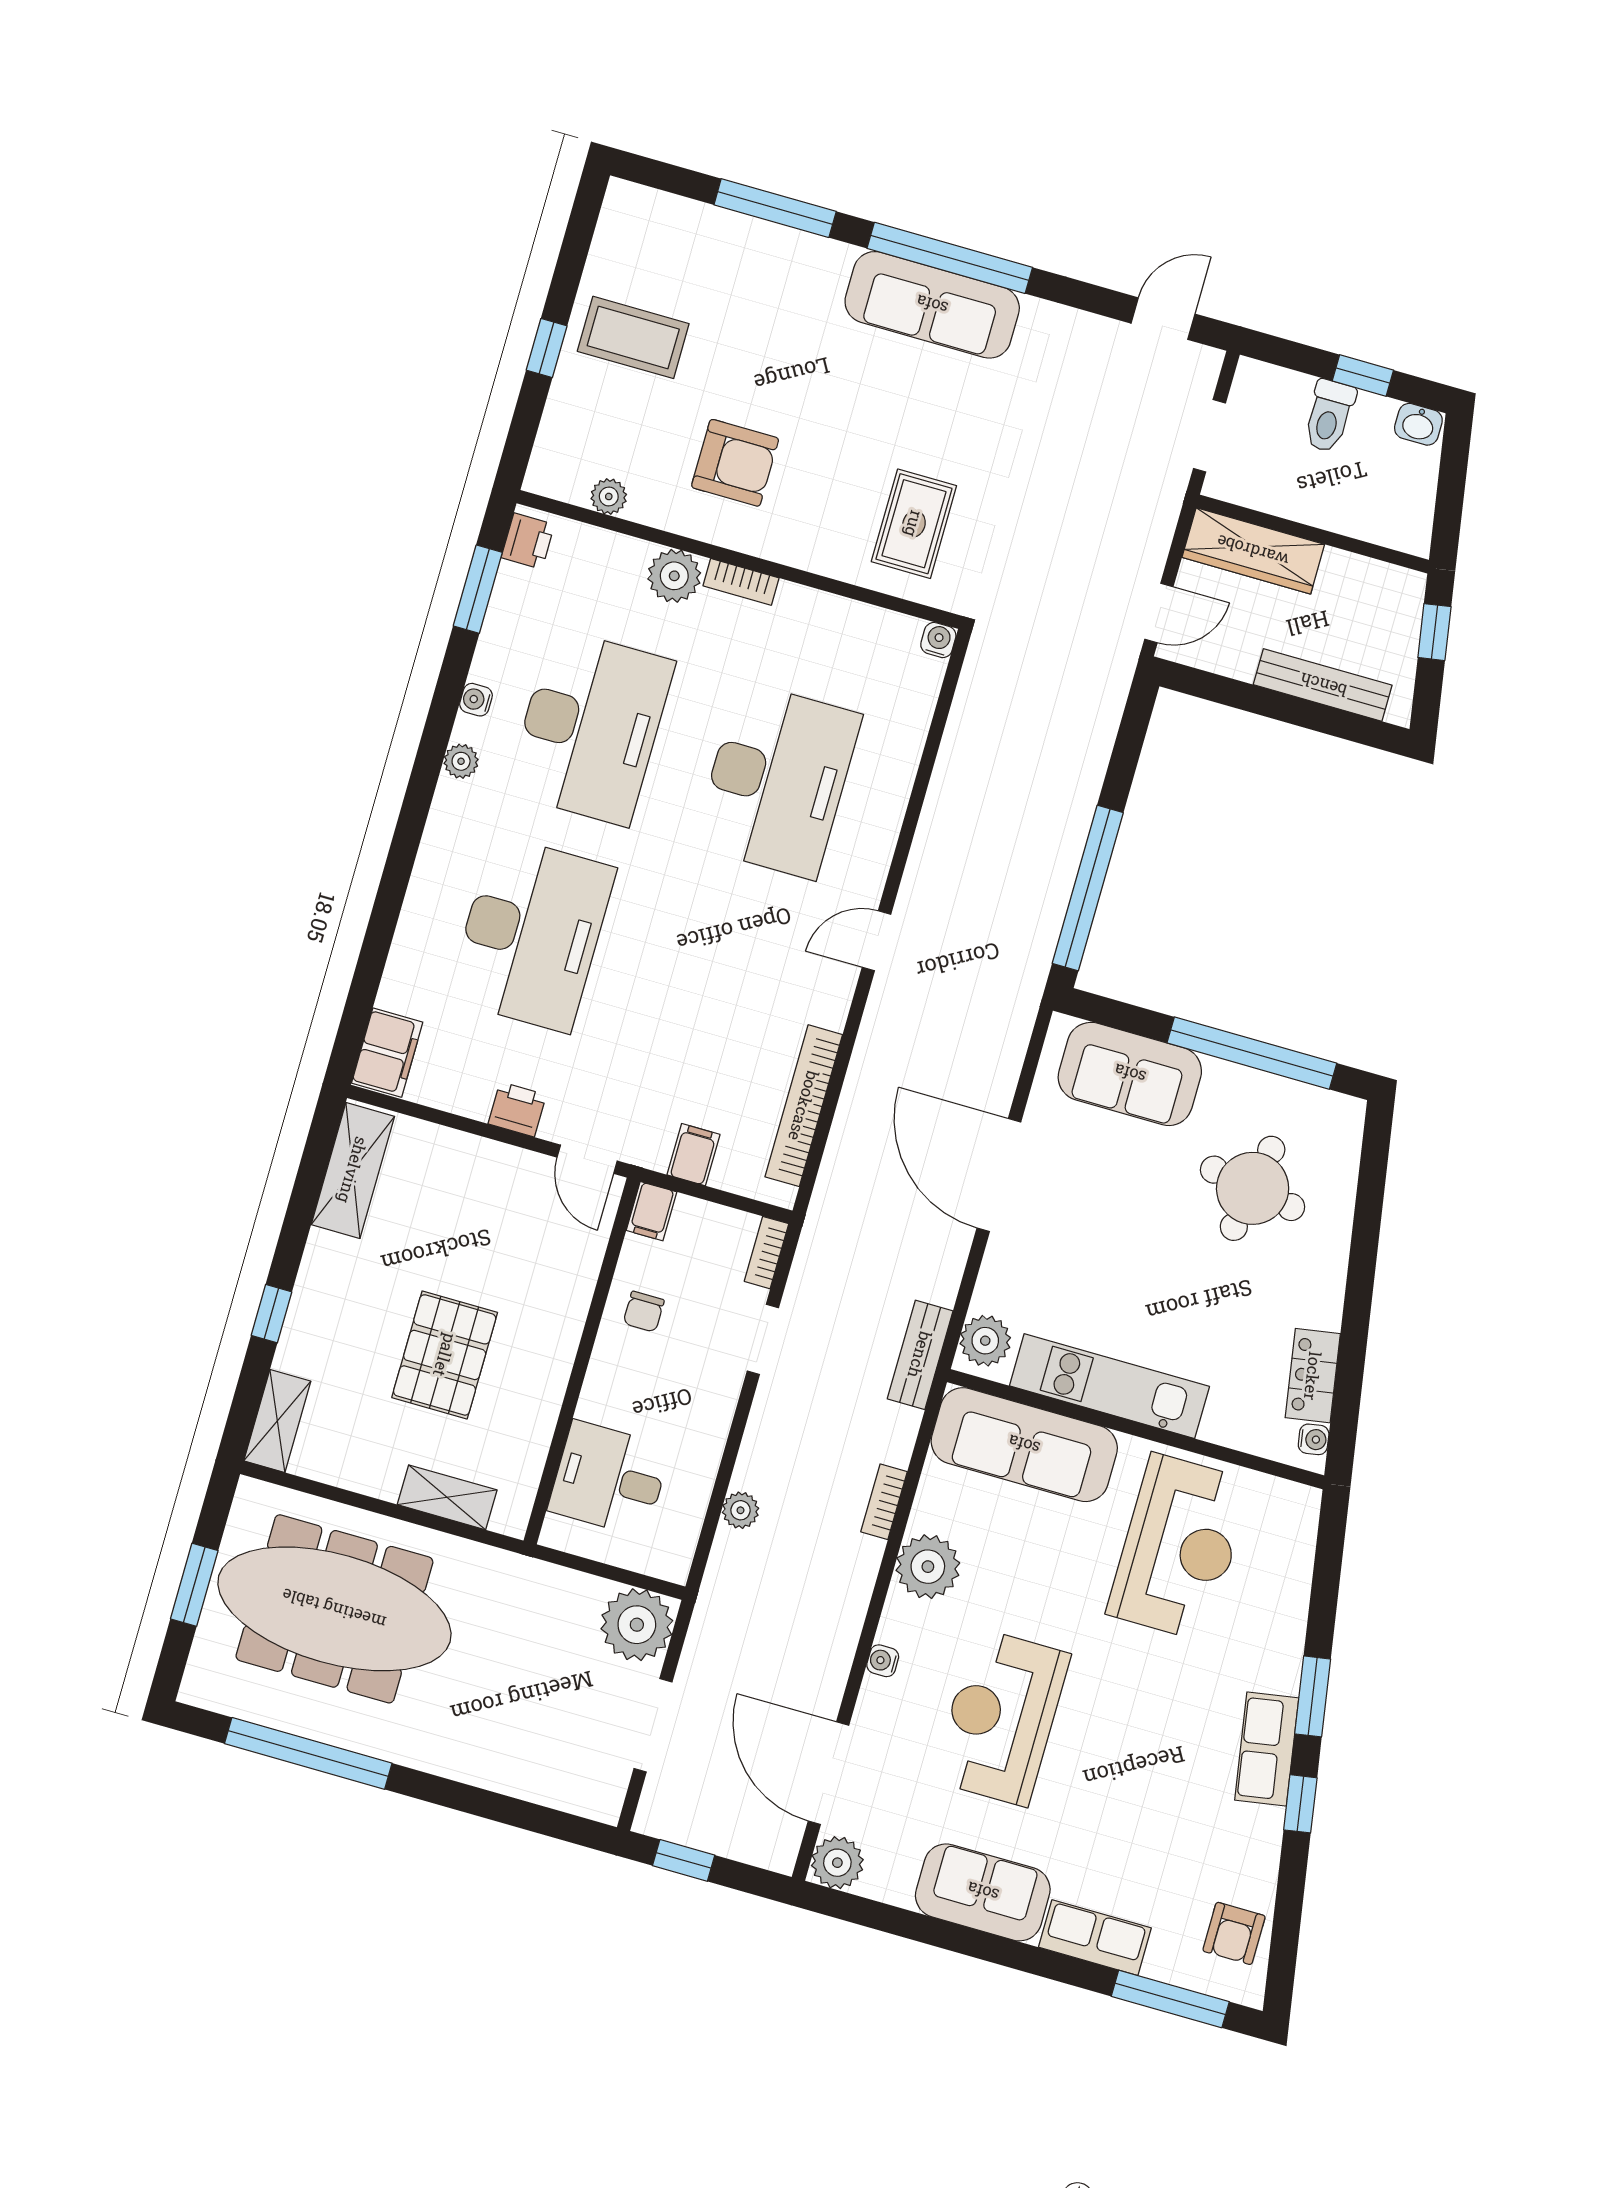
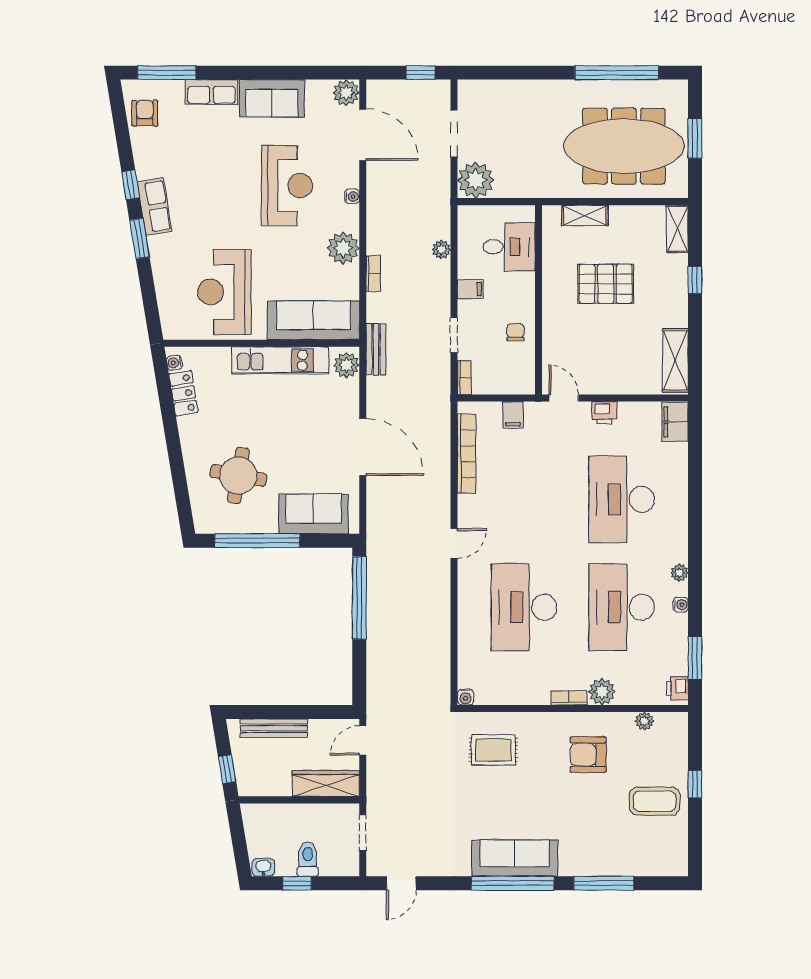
rug: (914, 524) -> (493, 750), turned 90
filing cabinet: (652, 1211) -> (470, 289), moved, turned 90
pallet: (445, 1355) -> (606, 284), turned 90

